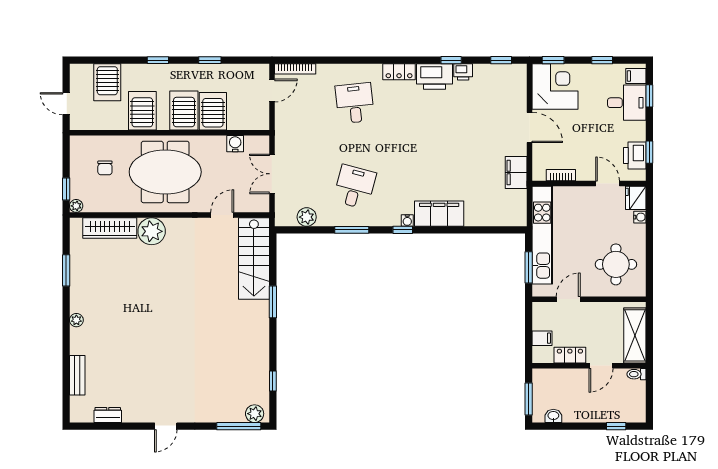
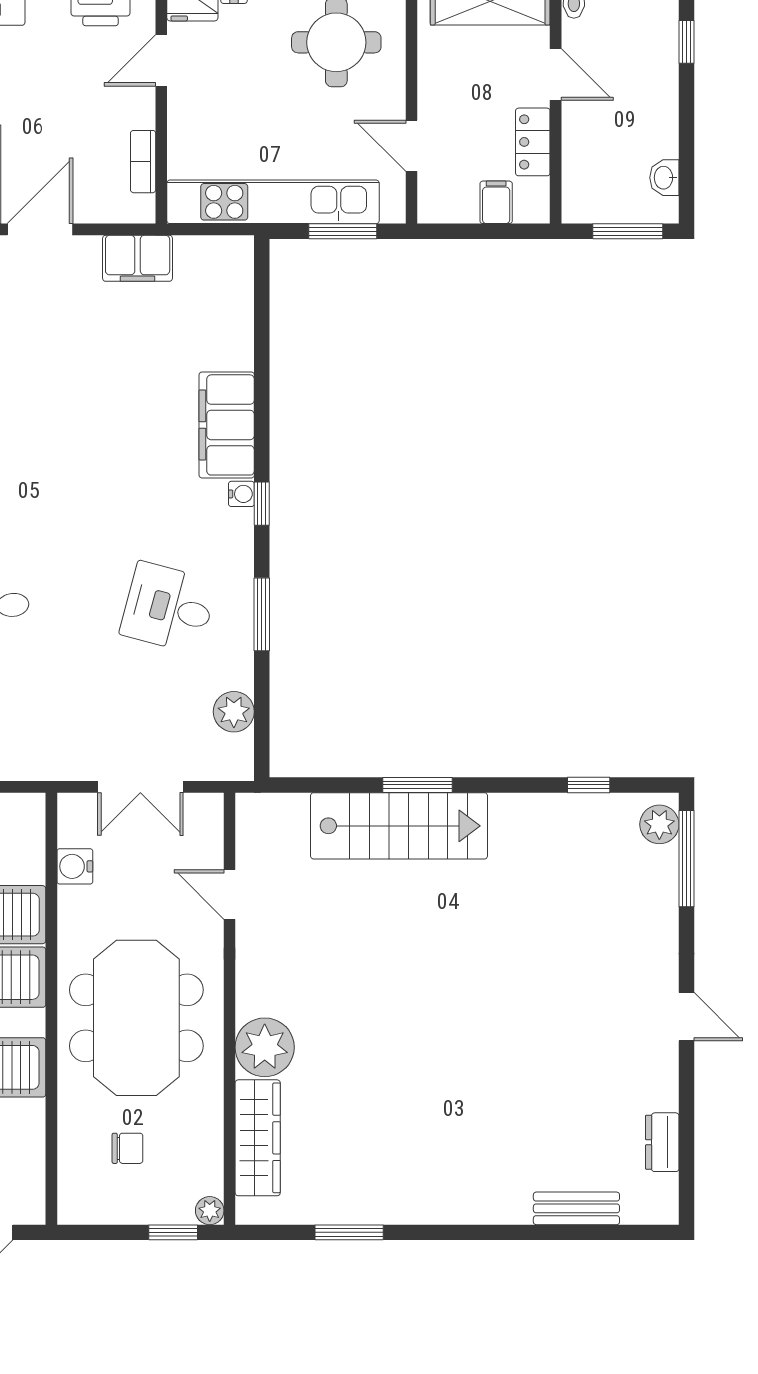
stairs: (254, 258) -> (399, 826), moved
plant: (76, 320) -> (457, 1210), removed

